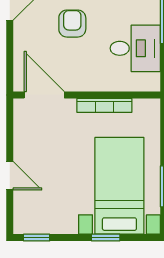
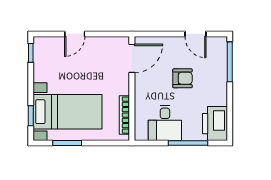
bookcase: (104, 105) -> (124, 115), moved
window: (106, 238) -> (31, 116), moved

